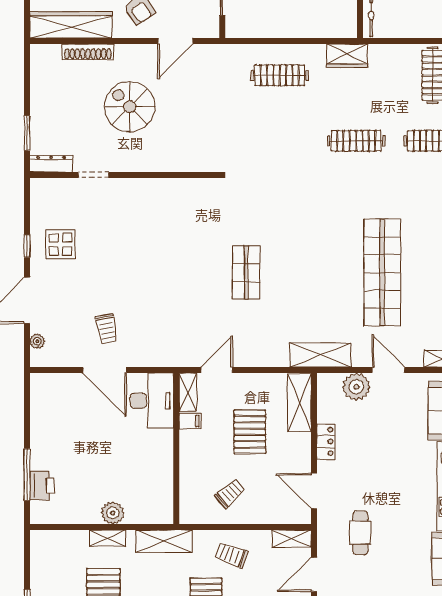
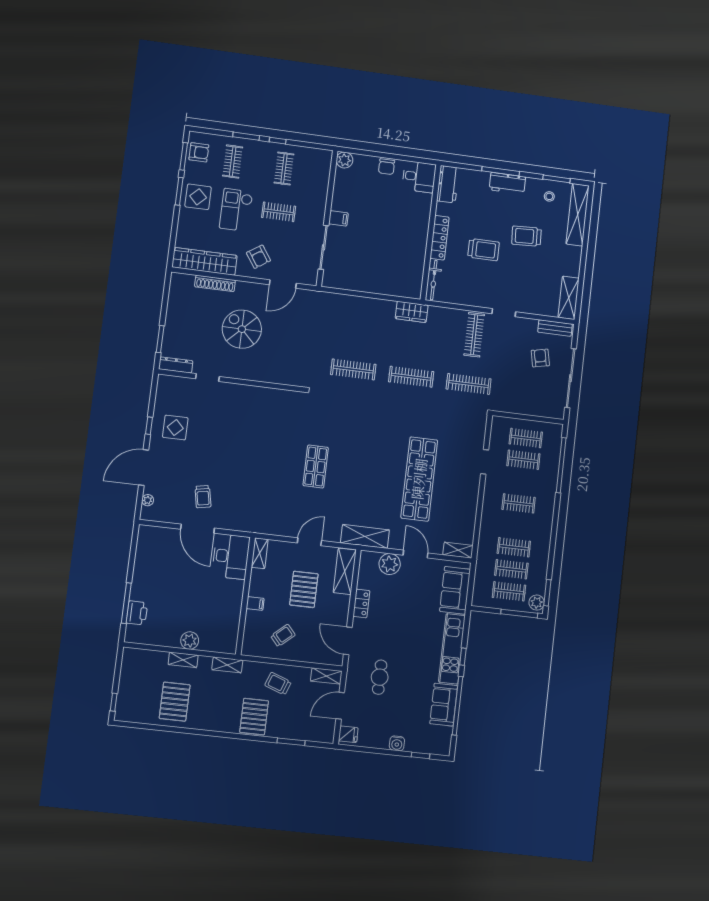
clothes rail: (280, 75) -> (353, 369), moved
door: (217, 370) -> (309, 542), moved
filing cabinet: (190, 421) -> (255, 603), moved
shelving: (164, 541) -> (227, 665), width x0.67, depth x0.75

